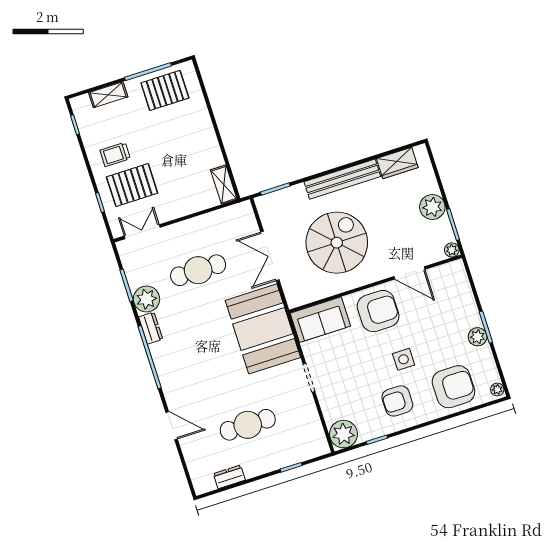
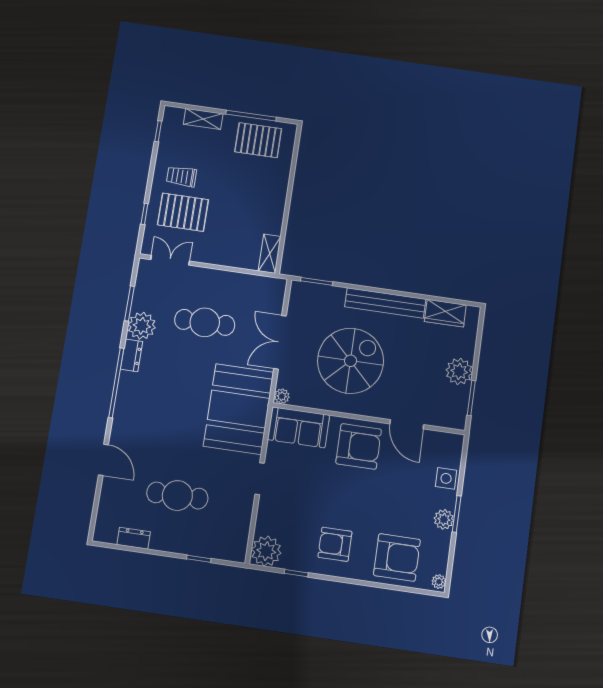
plant: (452, 250) -> (282, 396), moved
side table: (404, 359) -> (446, 478), moved

